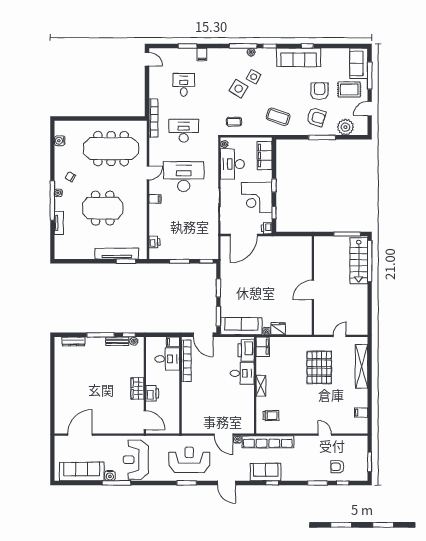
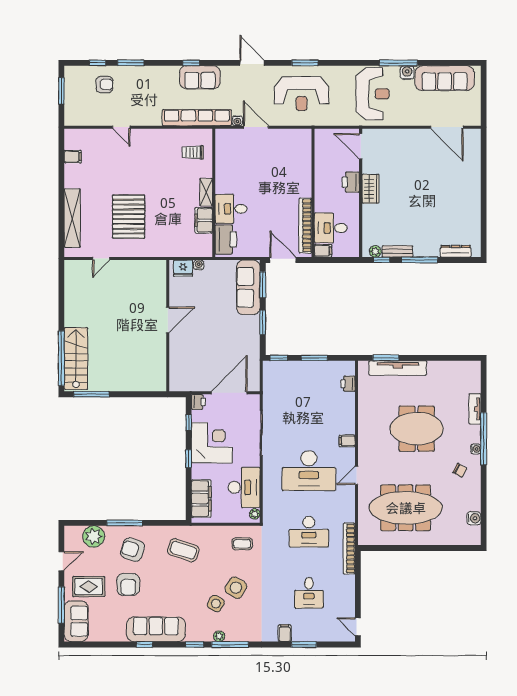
wall: (313, 285) -> (168, 326), moved
door: (313, 290) -> (168, 320), moved
sofa: (241, 326) -> (248, 287), moved, turned 90
filing cabinet: (263, 347) -> (204, 220), moved
door: (80, 435) -> (447, 127), hinge flipped

